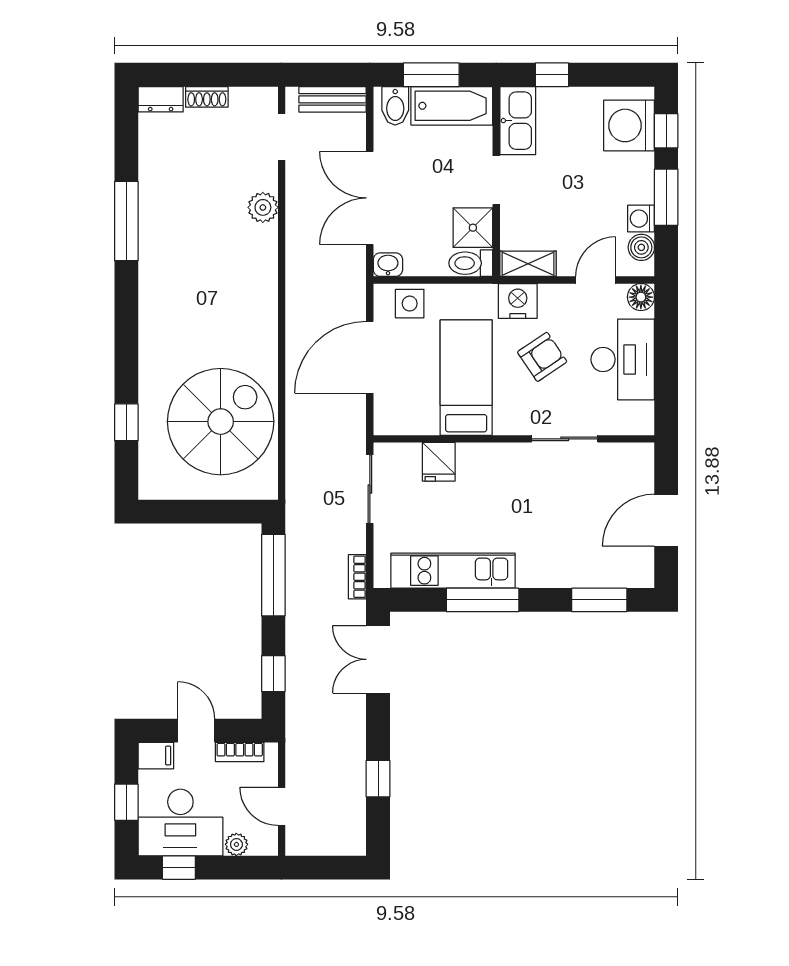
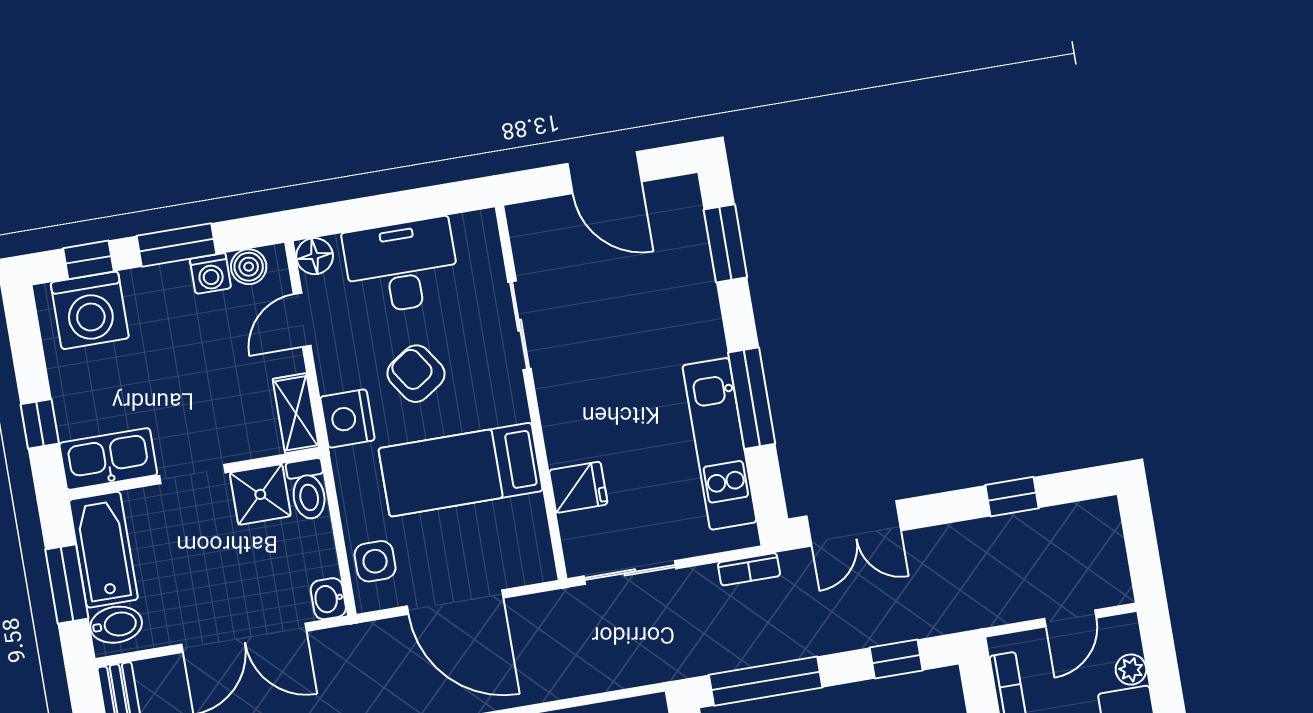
door: (596, 280) -> (302, 320), hinge flipped

